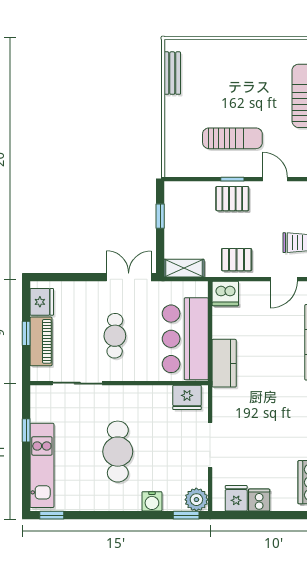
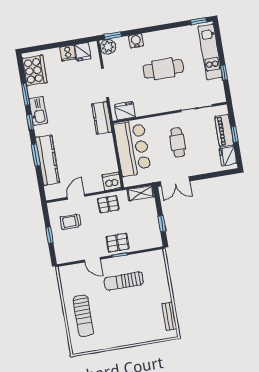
kitchen counter: (224, 363) -> (102, 118), moved
cafe table: (118, 452) -> (163, 69), turned 90

